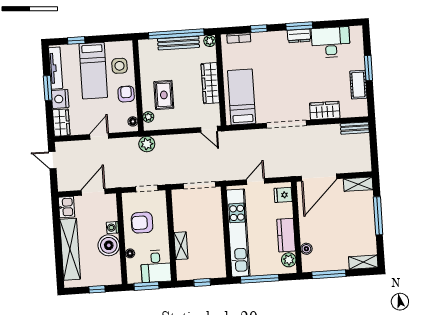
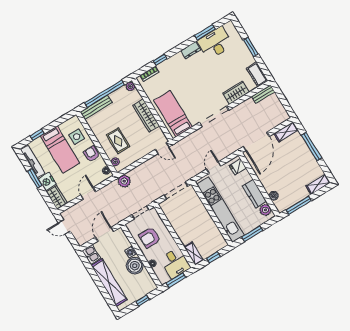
window: (299, 26) -> (205, 32), moved
bench: (179, 43) -> (96, 107), moved
cot: (358, 85) -> (257, 75), moved
shelving: (181, 246) -> (194, 254), moved
window: (260, 279) -> (252, 234), width x0.69

